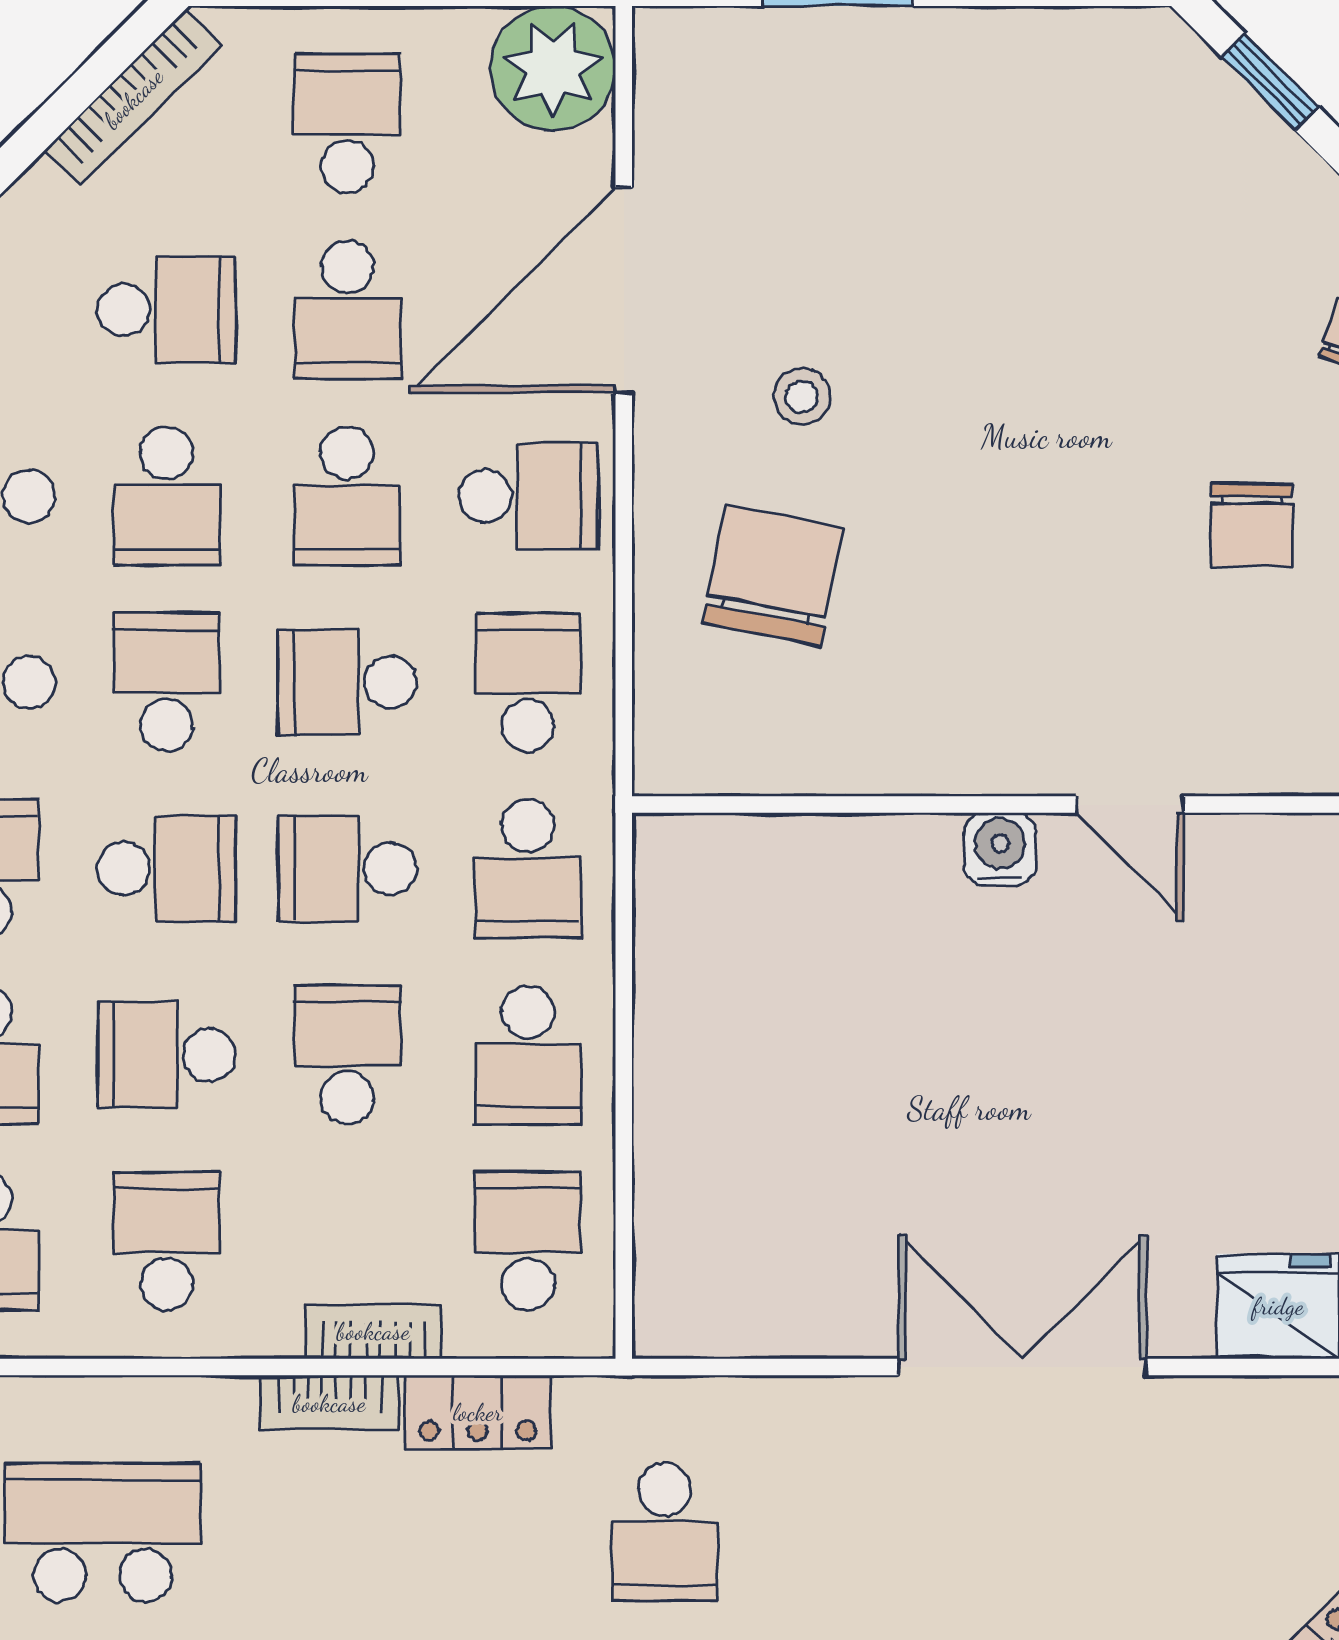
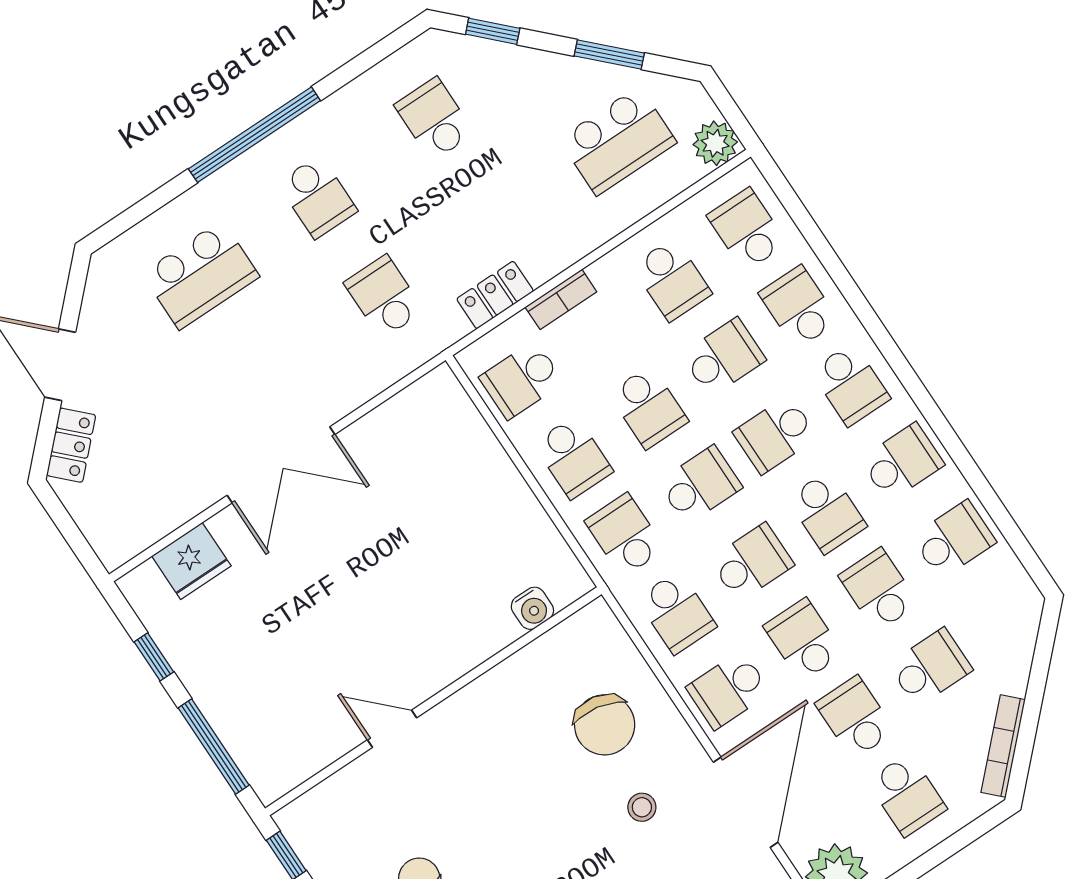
school desk: (167, 310) -> (930, 667), turned 180
water cooler: (1000, 849) -> (532, 608), moved
school desk: (528, 1055) -> (573, 457), turned 180
school desk: (528, 1241) -> (522, 380), turned 90
bookcase: (329, 1403) -> (559, 258), removed

